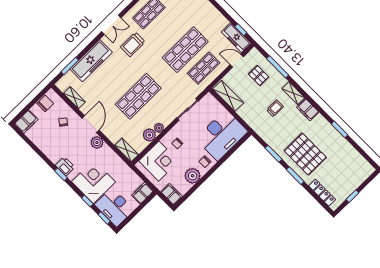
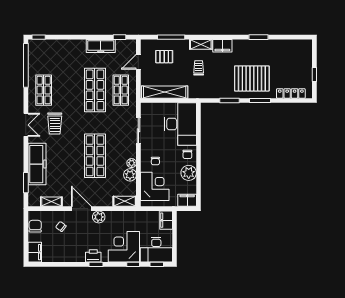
freezer: (236, 38) -> (101, 46), moved
shelving: (228, 96) -> (165, 92), width x1.47

